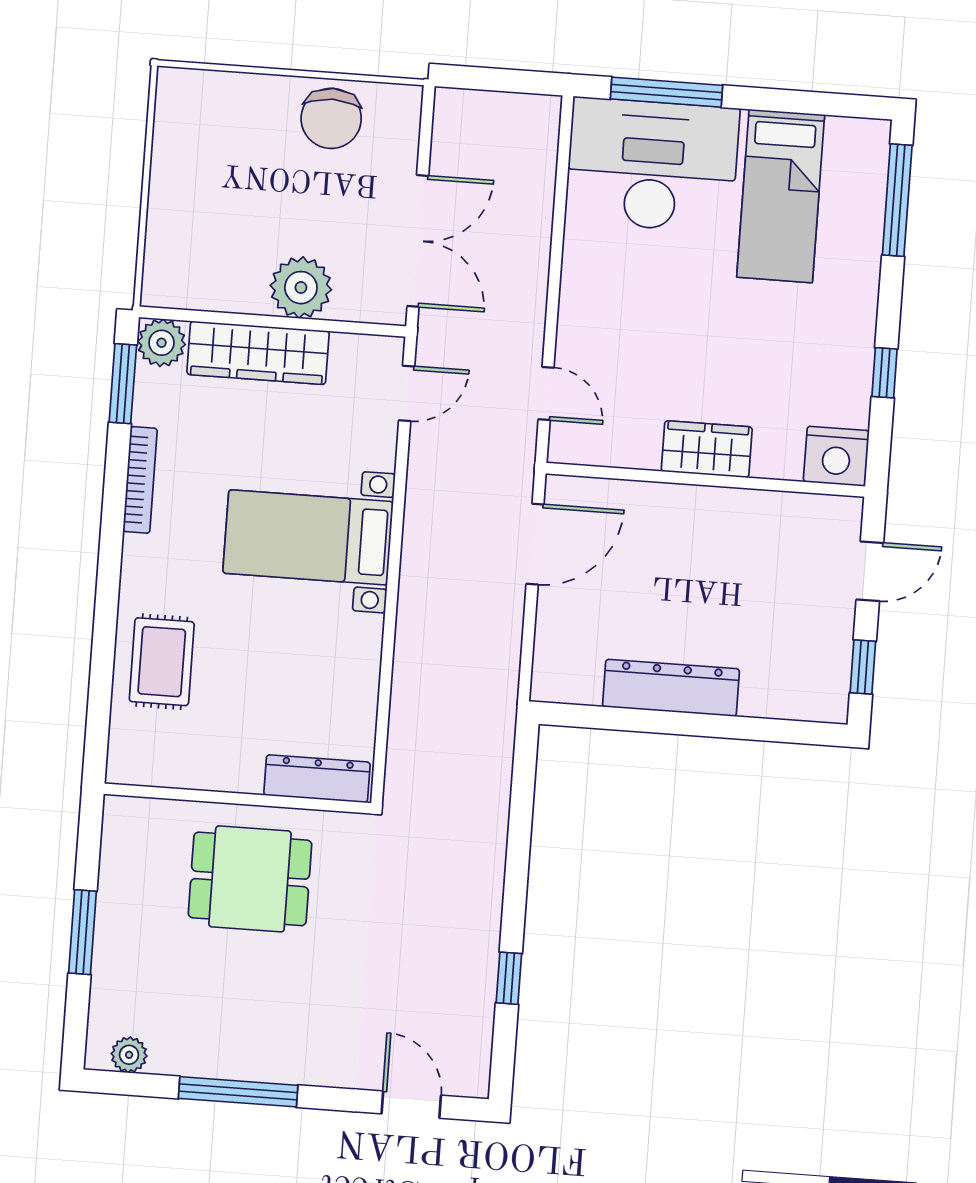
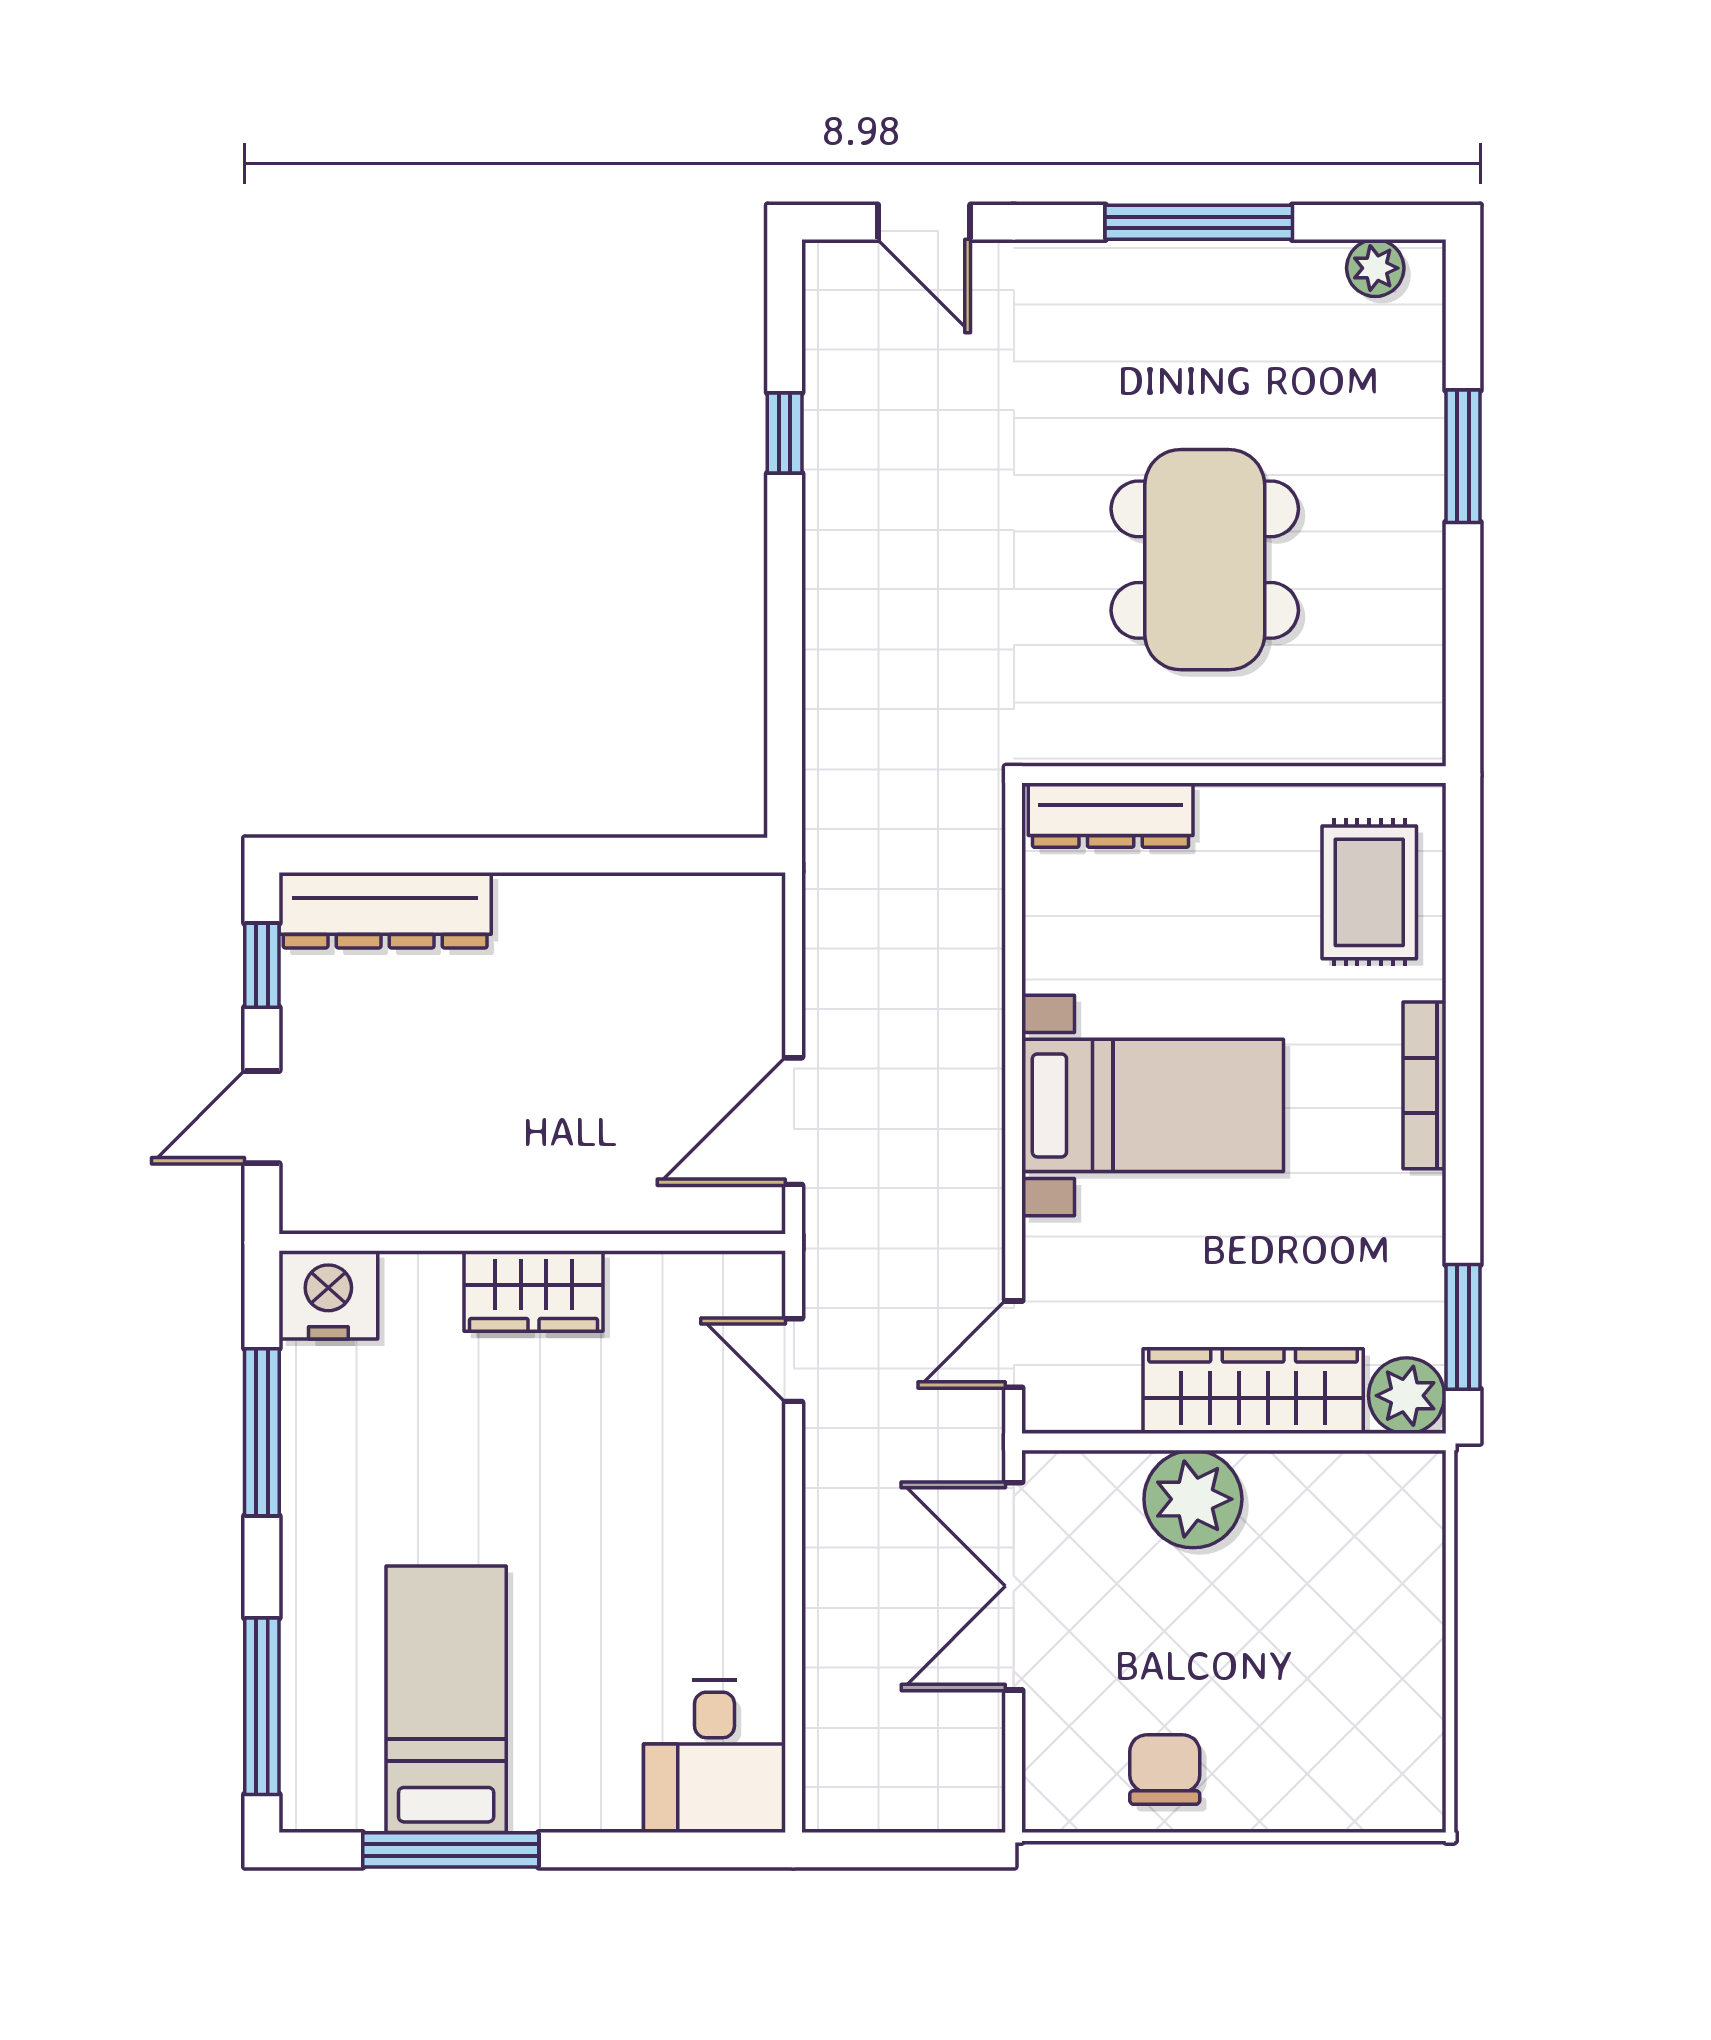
window: (666, 92) -> (451, 1850), moved
chair: (331, 118) -> (1165, 1770), width x0.73, depth x0.73
desk: (652, 165) -> (714, 1756), width x0.53, depth x0.77
window: (885, 373) -> (262, 1432), width x2.17
bookcase: (140, 480) -> (1424, 1085), moved
dresser: (671, 688) -> (385, 910), moved
dresser: (317, 779) -> (1111, 815), moved
wall: (237, 798) -> (1234, 775), moved
dining table: (250, 879) -> (1205, 560), width x1.37

